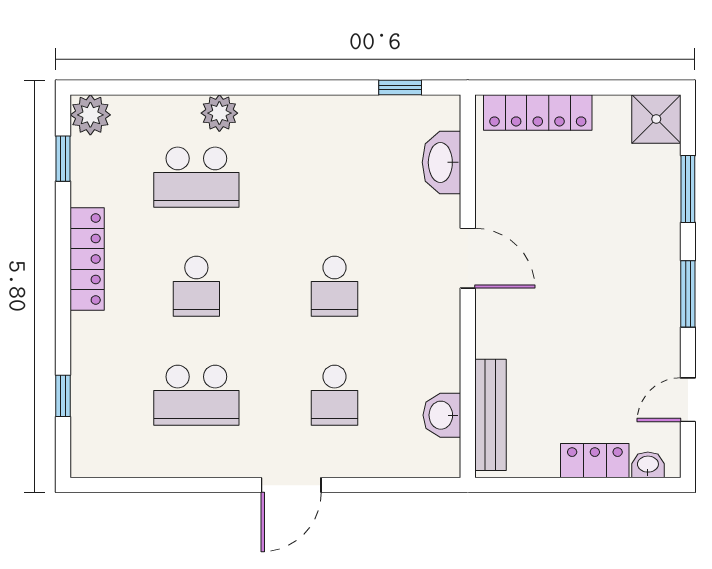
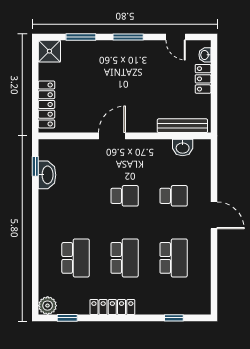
plant: (219, 113) -> (47, 248), removed
washbasin: (442, 162) -> (47, 175), moved, turned -90
school desk: (196, 286) -> (125, 258), width x1.85

